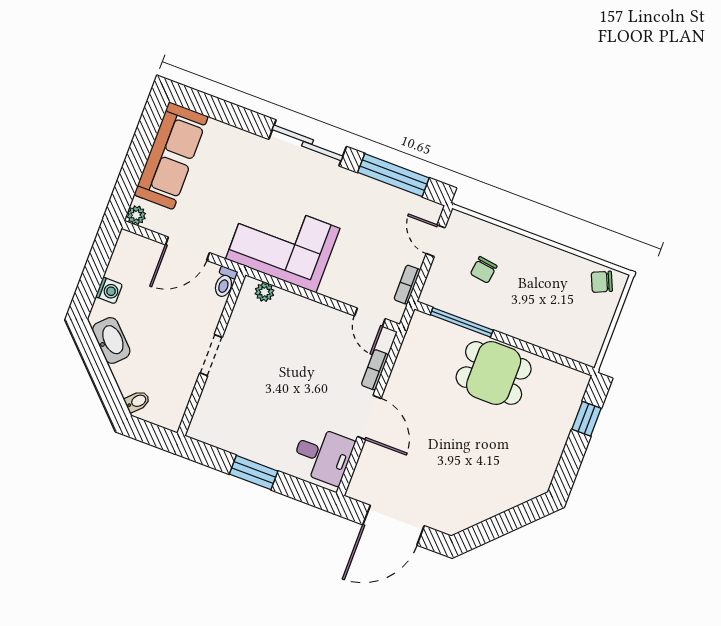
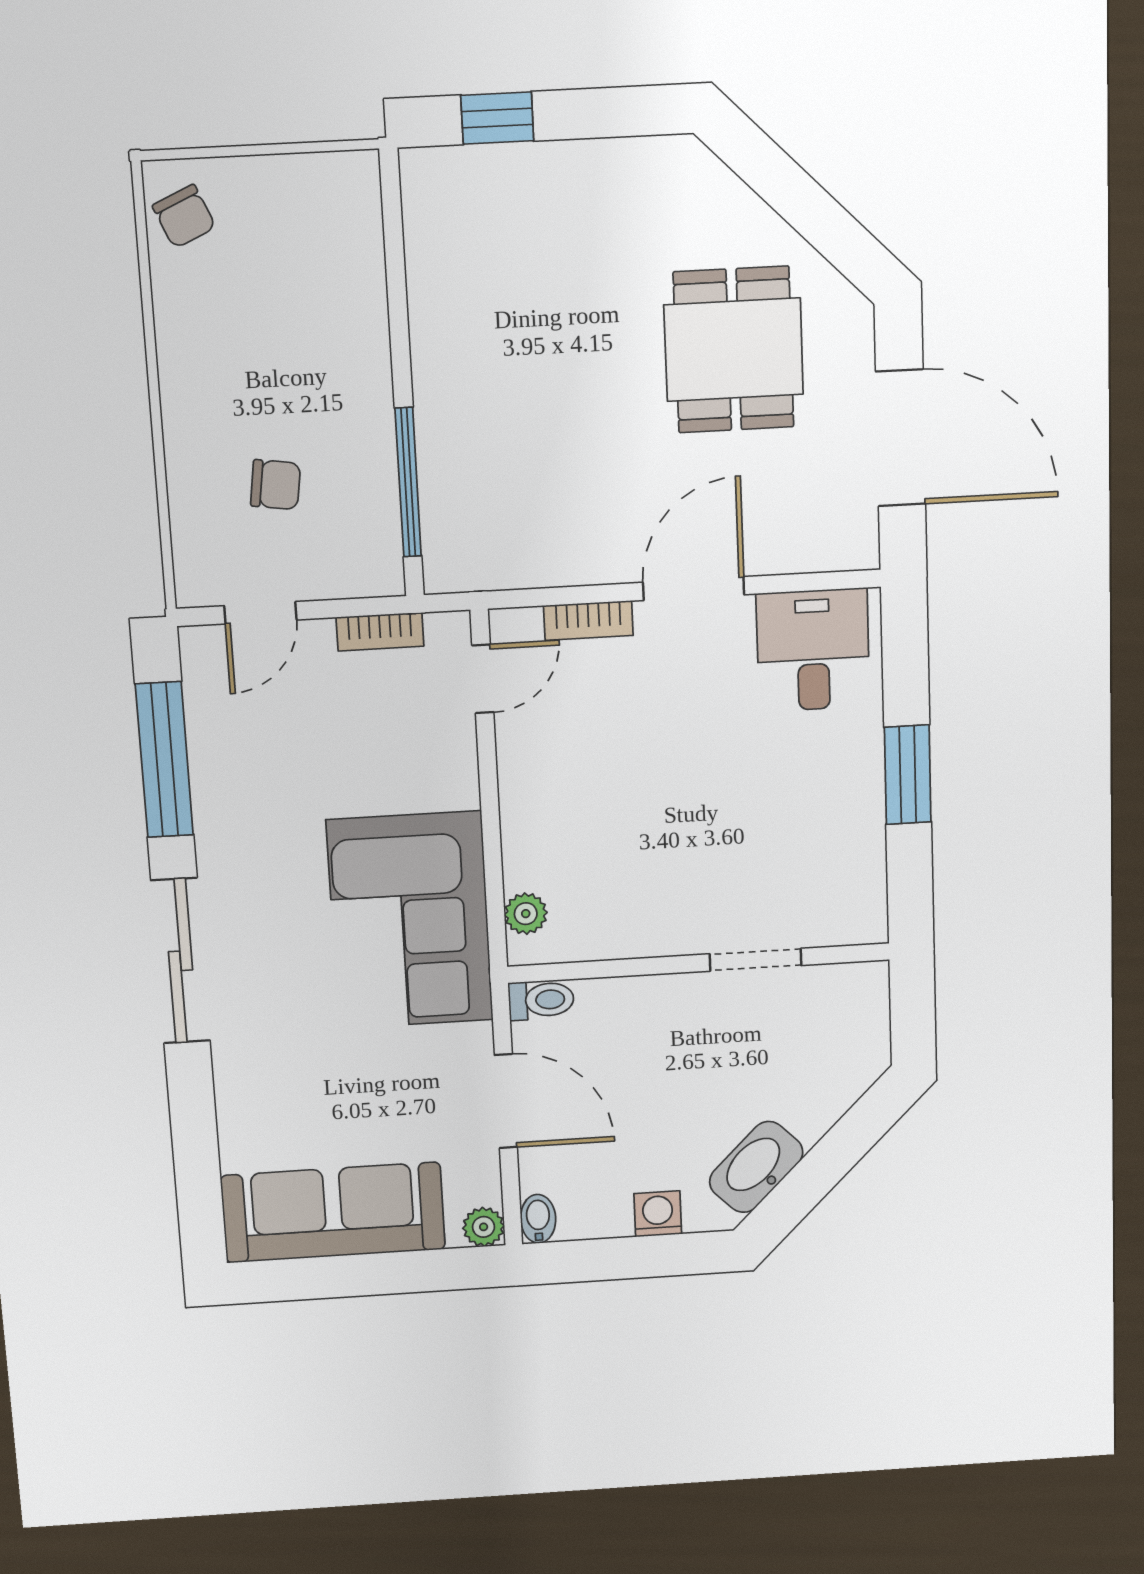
doorway: (211, 355) -> (756, 960), moved
dining table: (494, 373) -> (734, 350), moved
bidet: (137, 401) -> (538, 1219), moved, turned 45

